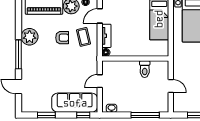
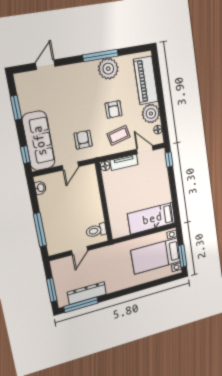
window: (18, 54) -> (100, 55), moved
armchair: (81, 67) -> (83, 140), added
toilet: (145, 69) -> (96, 231), moved
door: (100, 81) -> (70, 166), swing flipped

